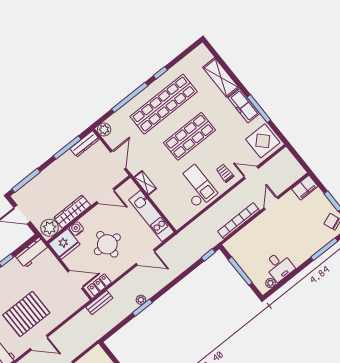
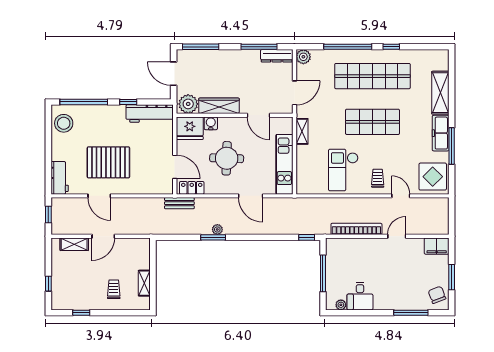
checkout: (196, 187) -> (343, 170), turned 180
workbench: (32, 253) -> (150, 113), width x1.38

